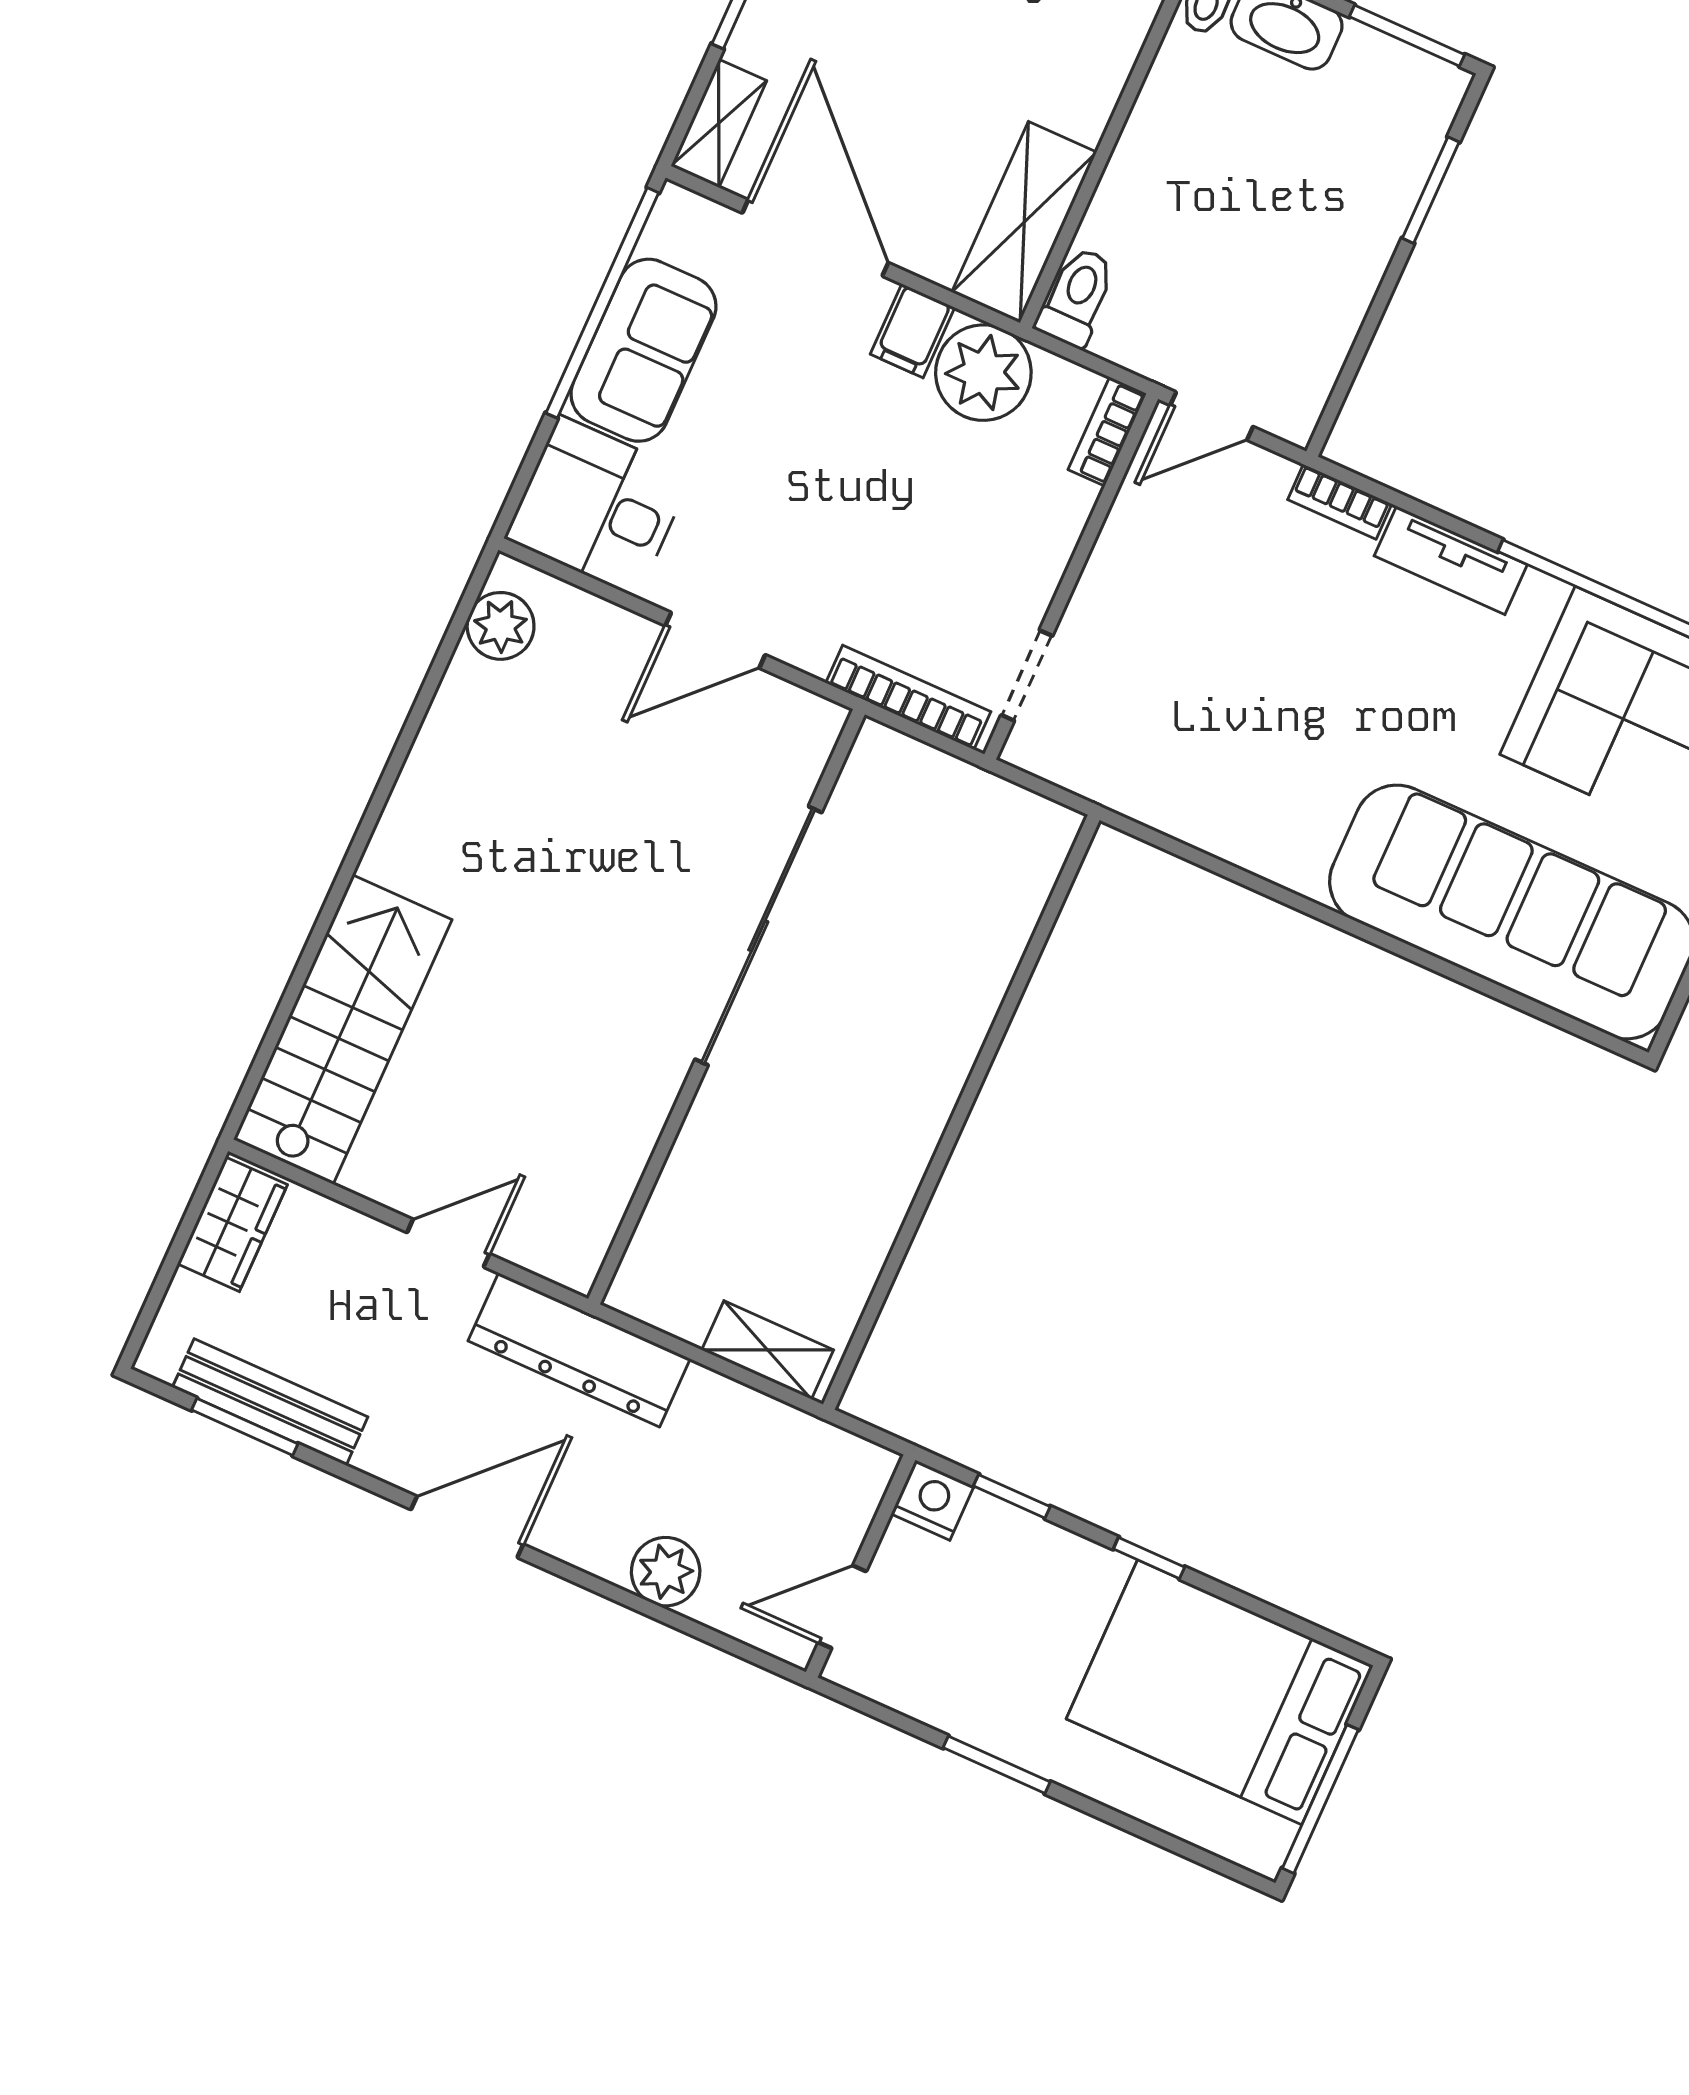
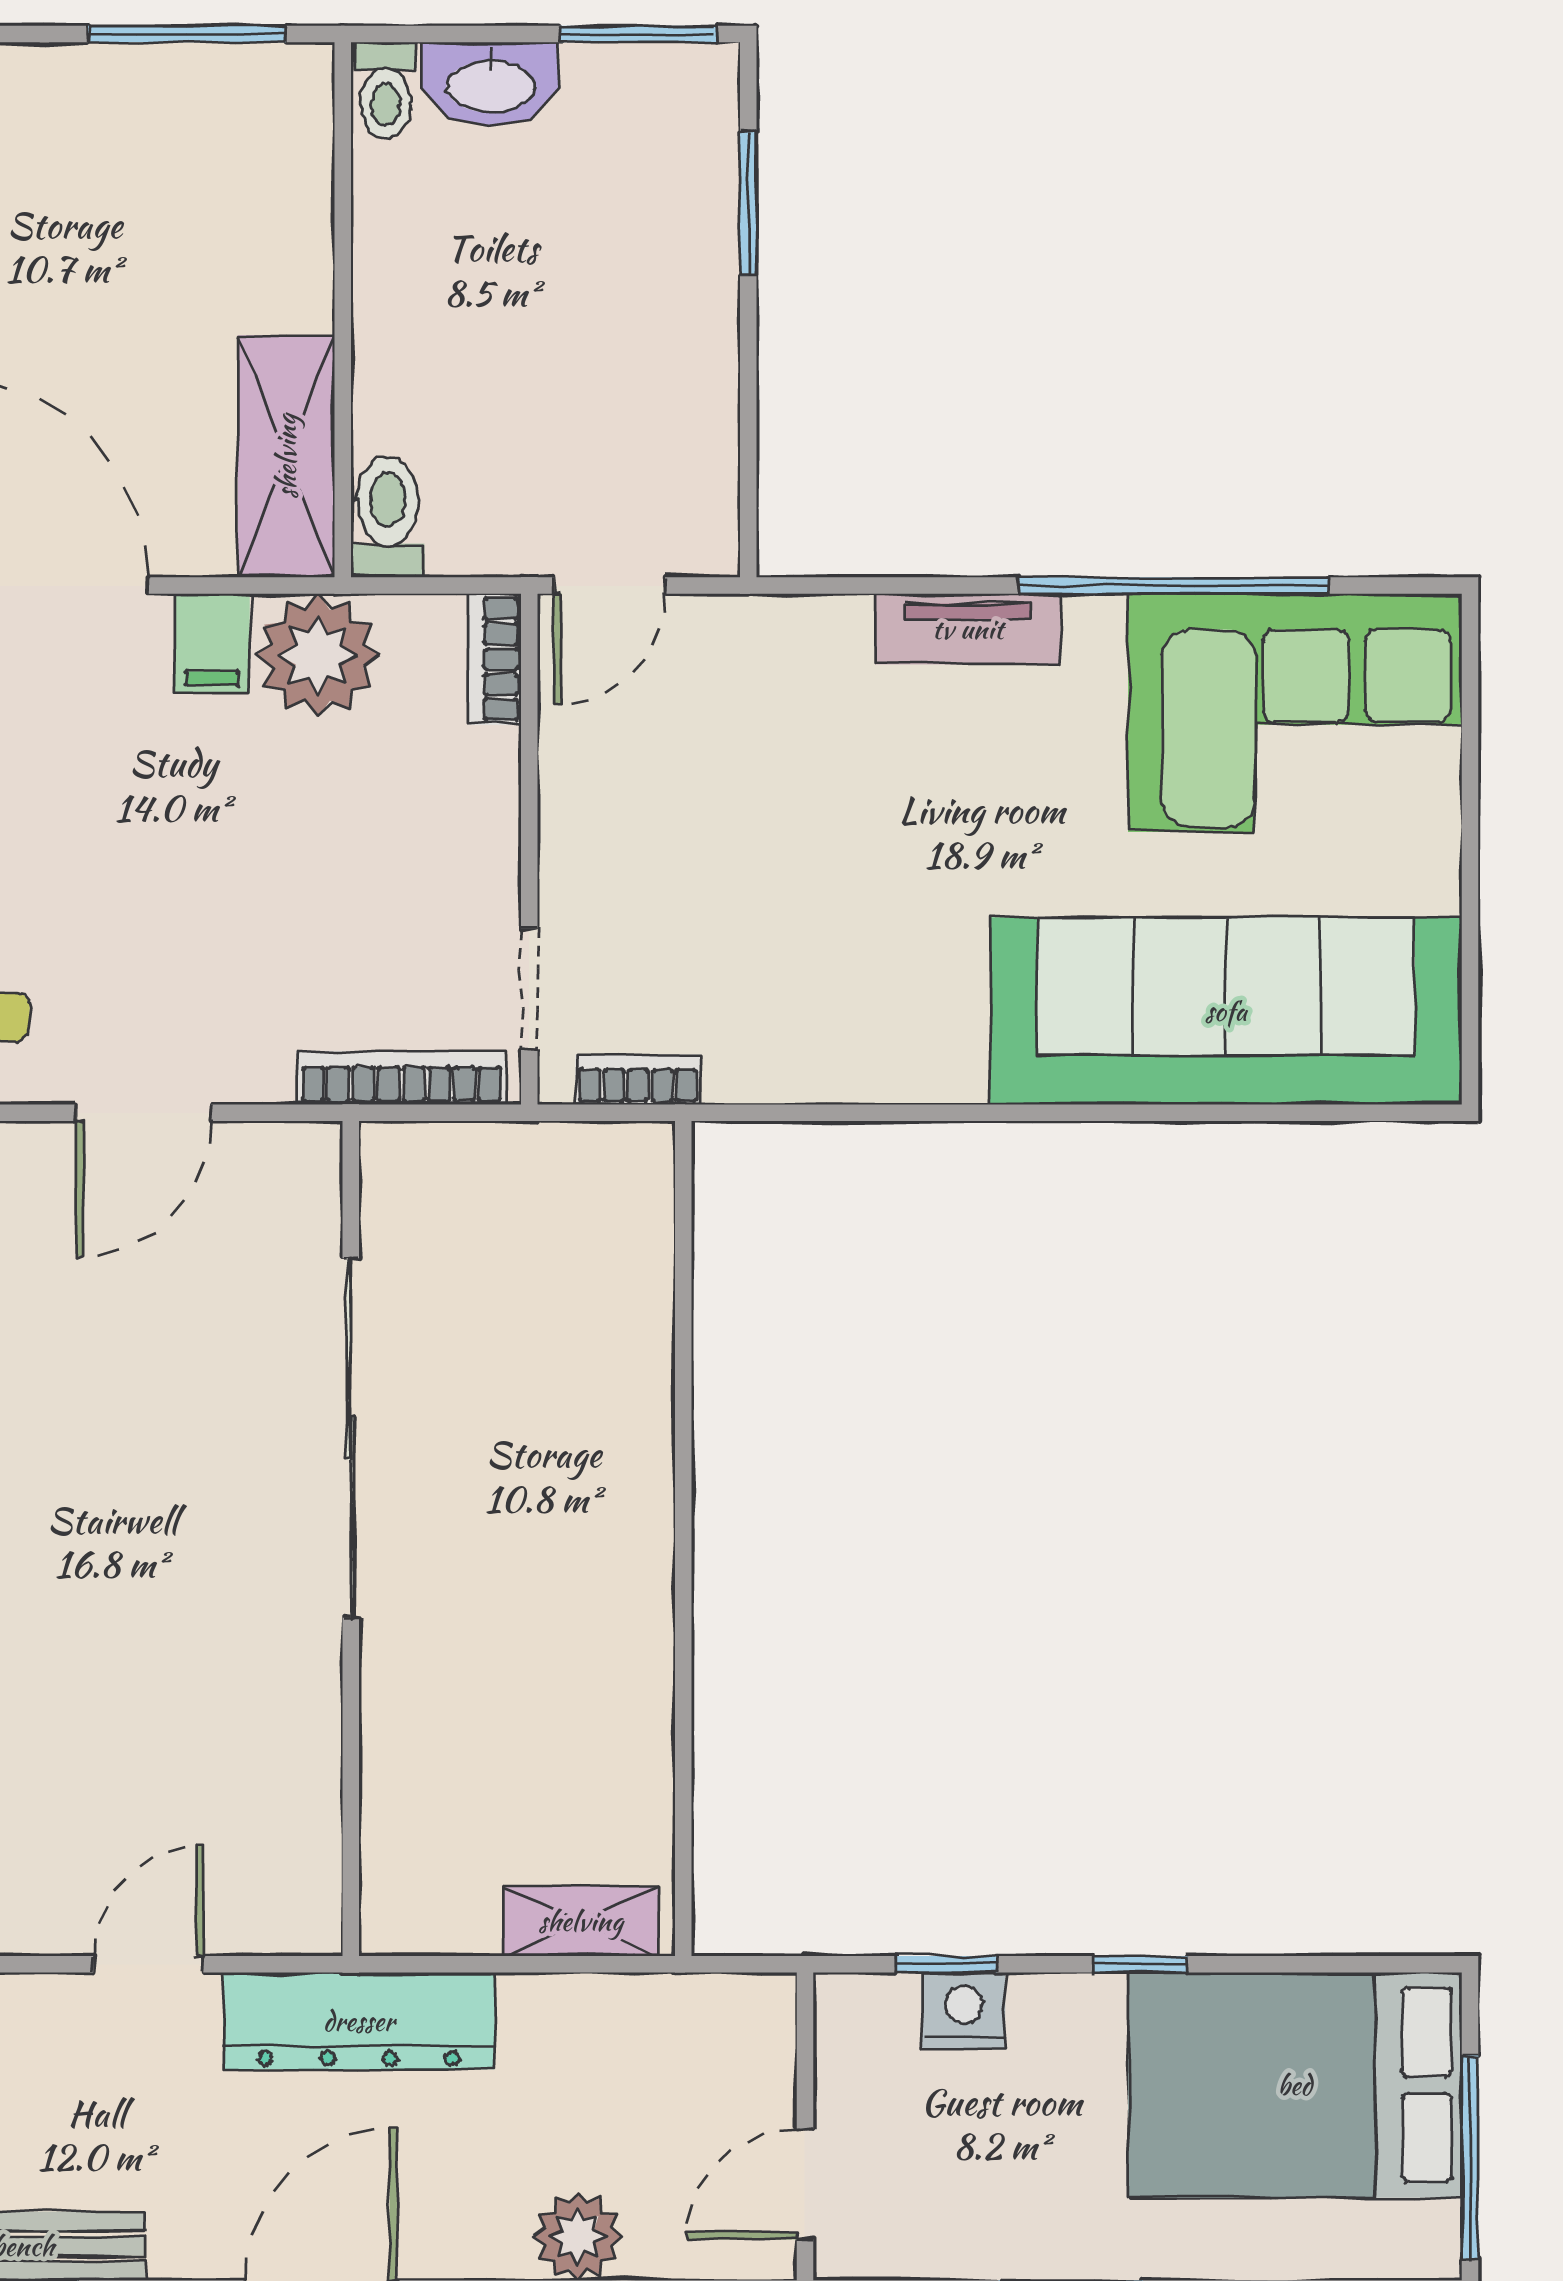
bookcase: (1340, 502) -> (638, 1079), moved, turned 180
nightstand: (932, 1500) -> (963, 2011), moved

